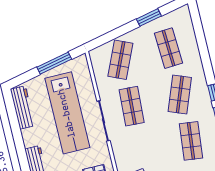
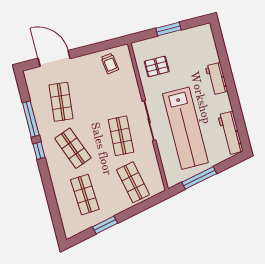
shop shelf: (120, 60) -> (133, 182), turned -36
shop shelf: (180, 94) -> (73, 148), turned -42
lab bench: (67, 113) -> (185, 128), turned 180

